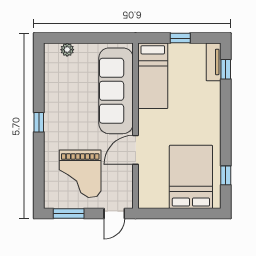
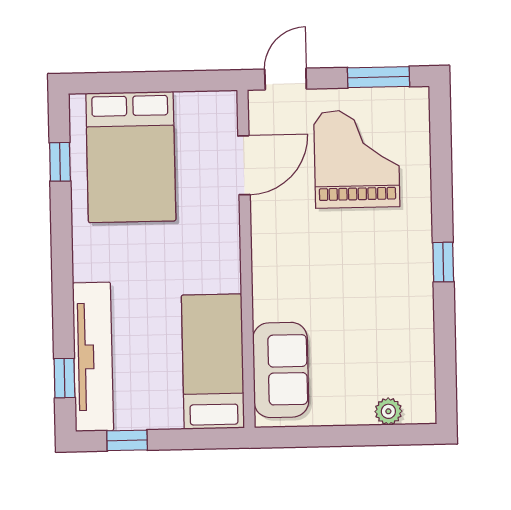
window: (180, 38) -> (127, 440), moved
tv unit: (214, 62) -> (93, 357), width x1.92, depth x1.29
sofa: (116, 91) -> (281, 370), width x0.54, depth x0.79
door: (136, 150) -> (244, 165), moved

